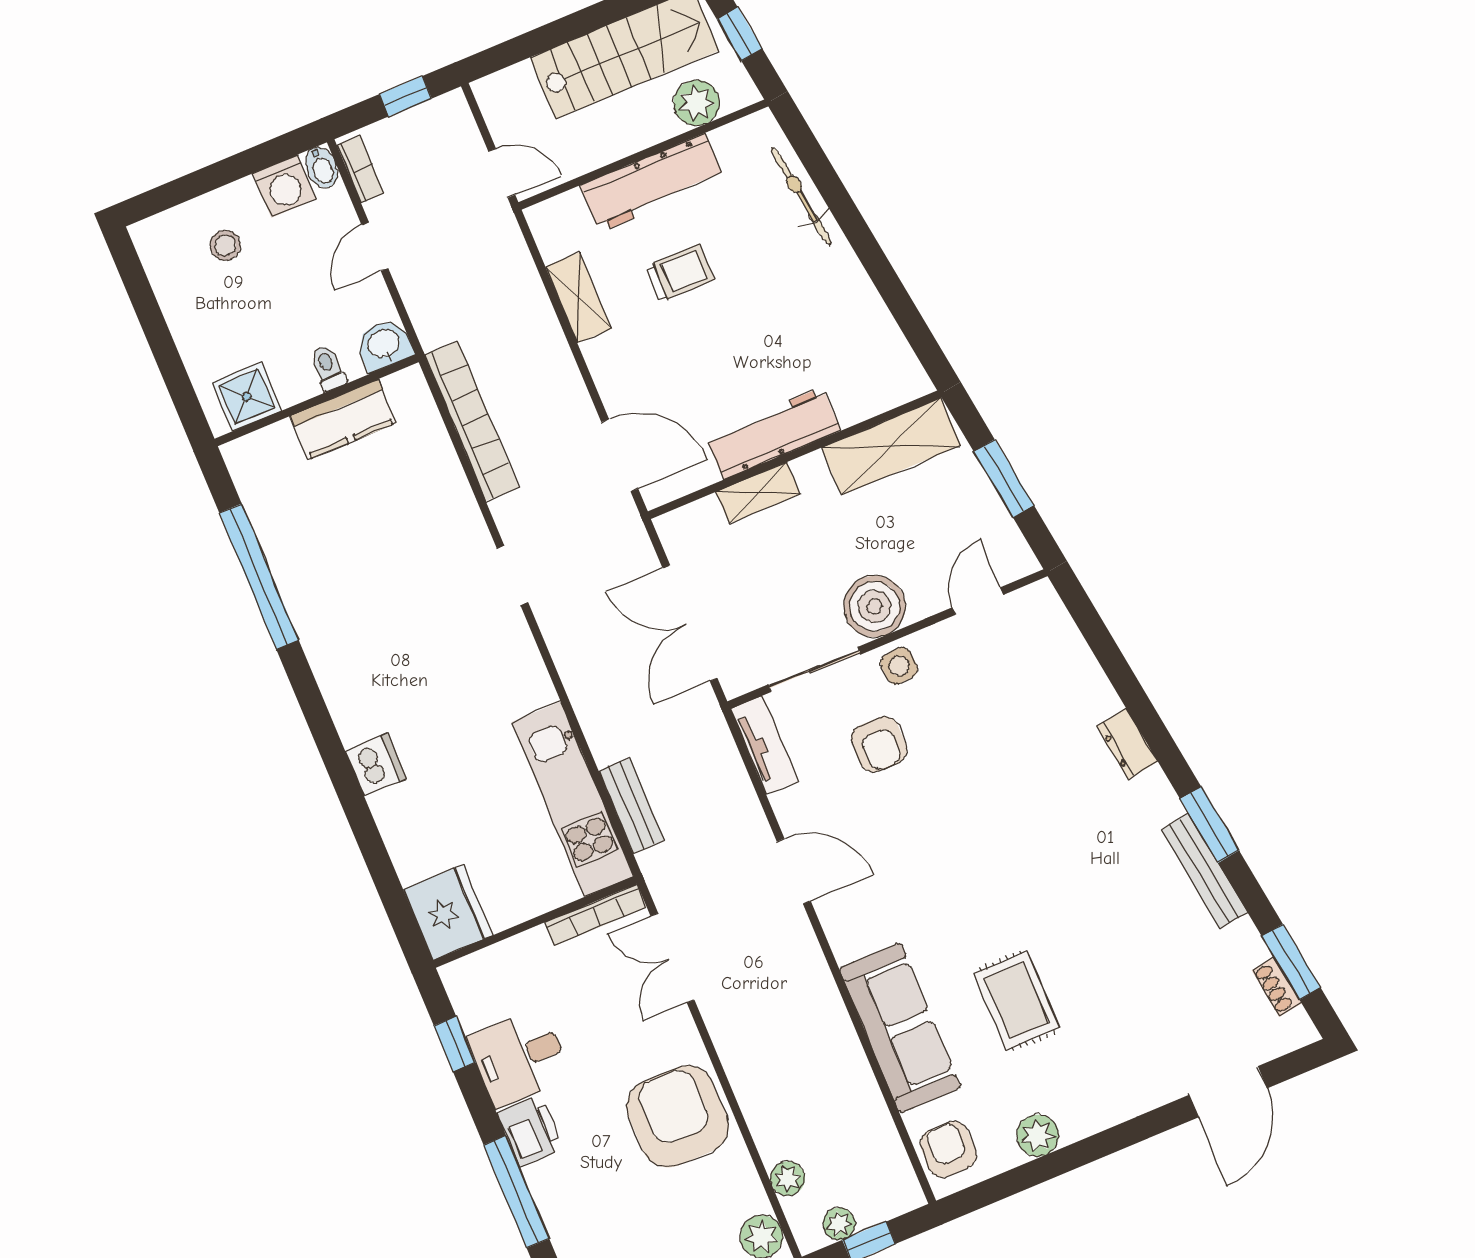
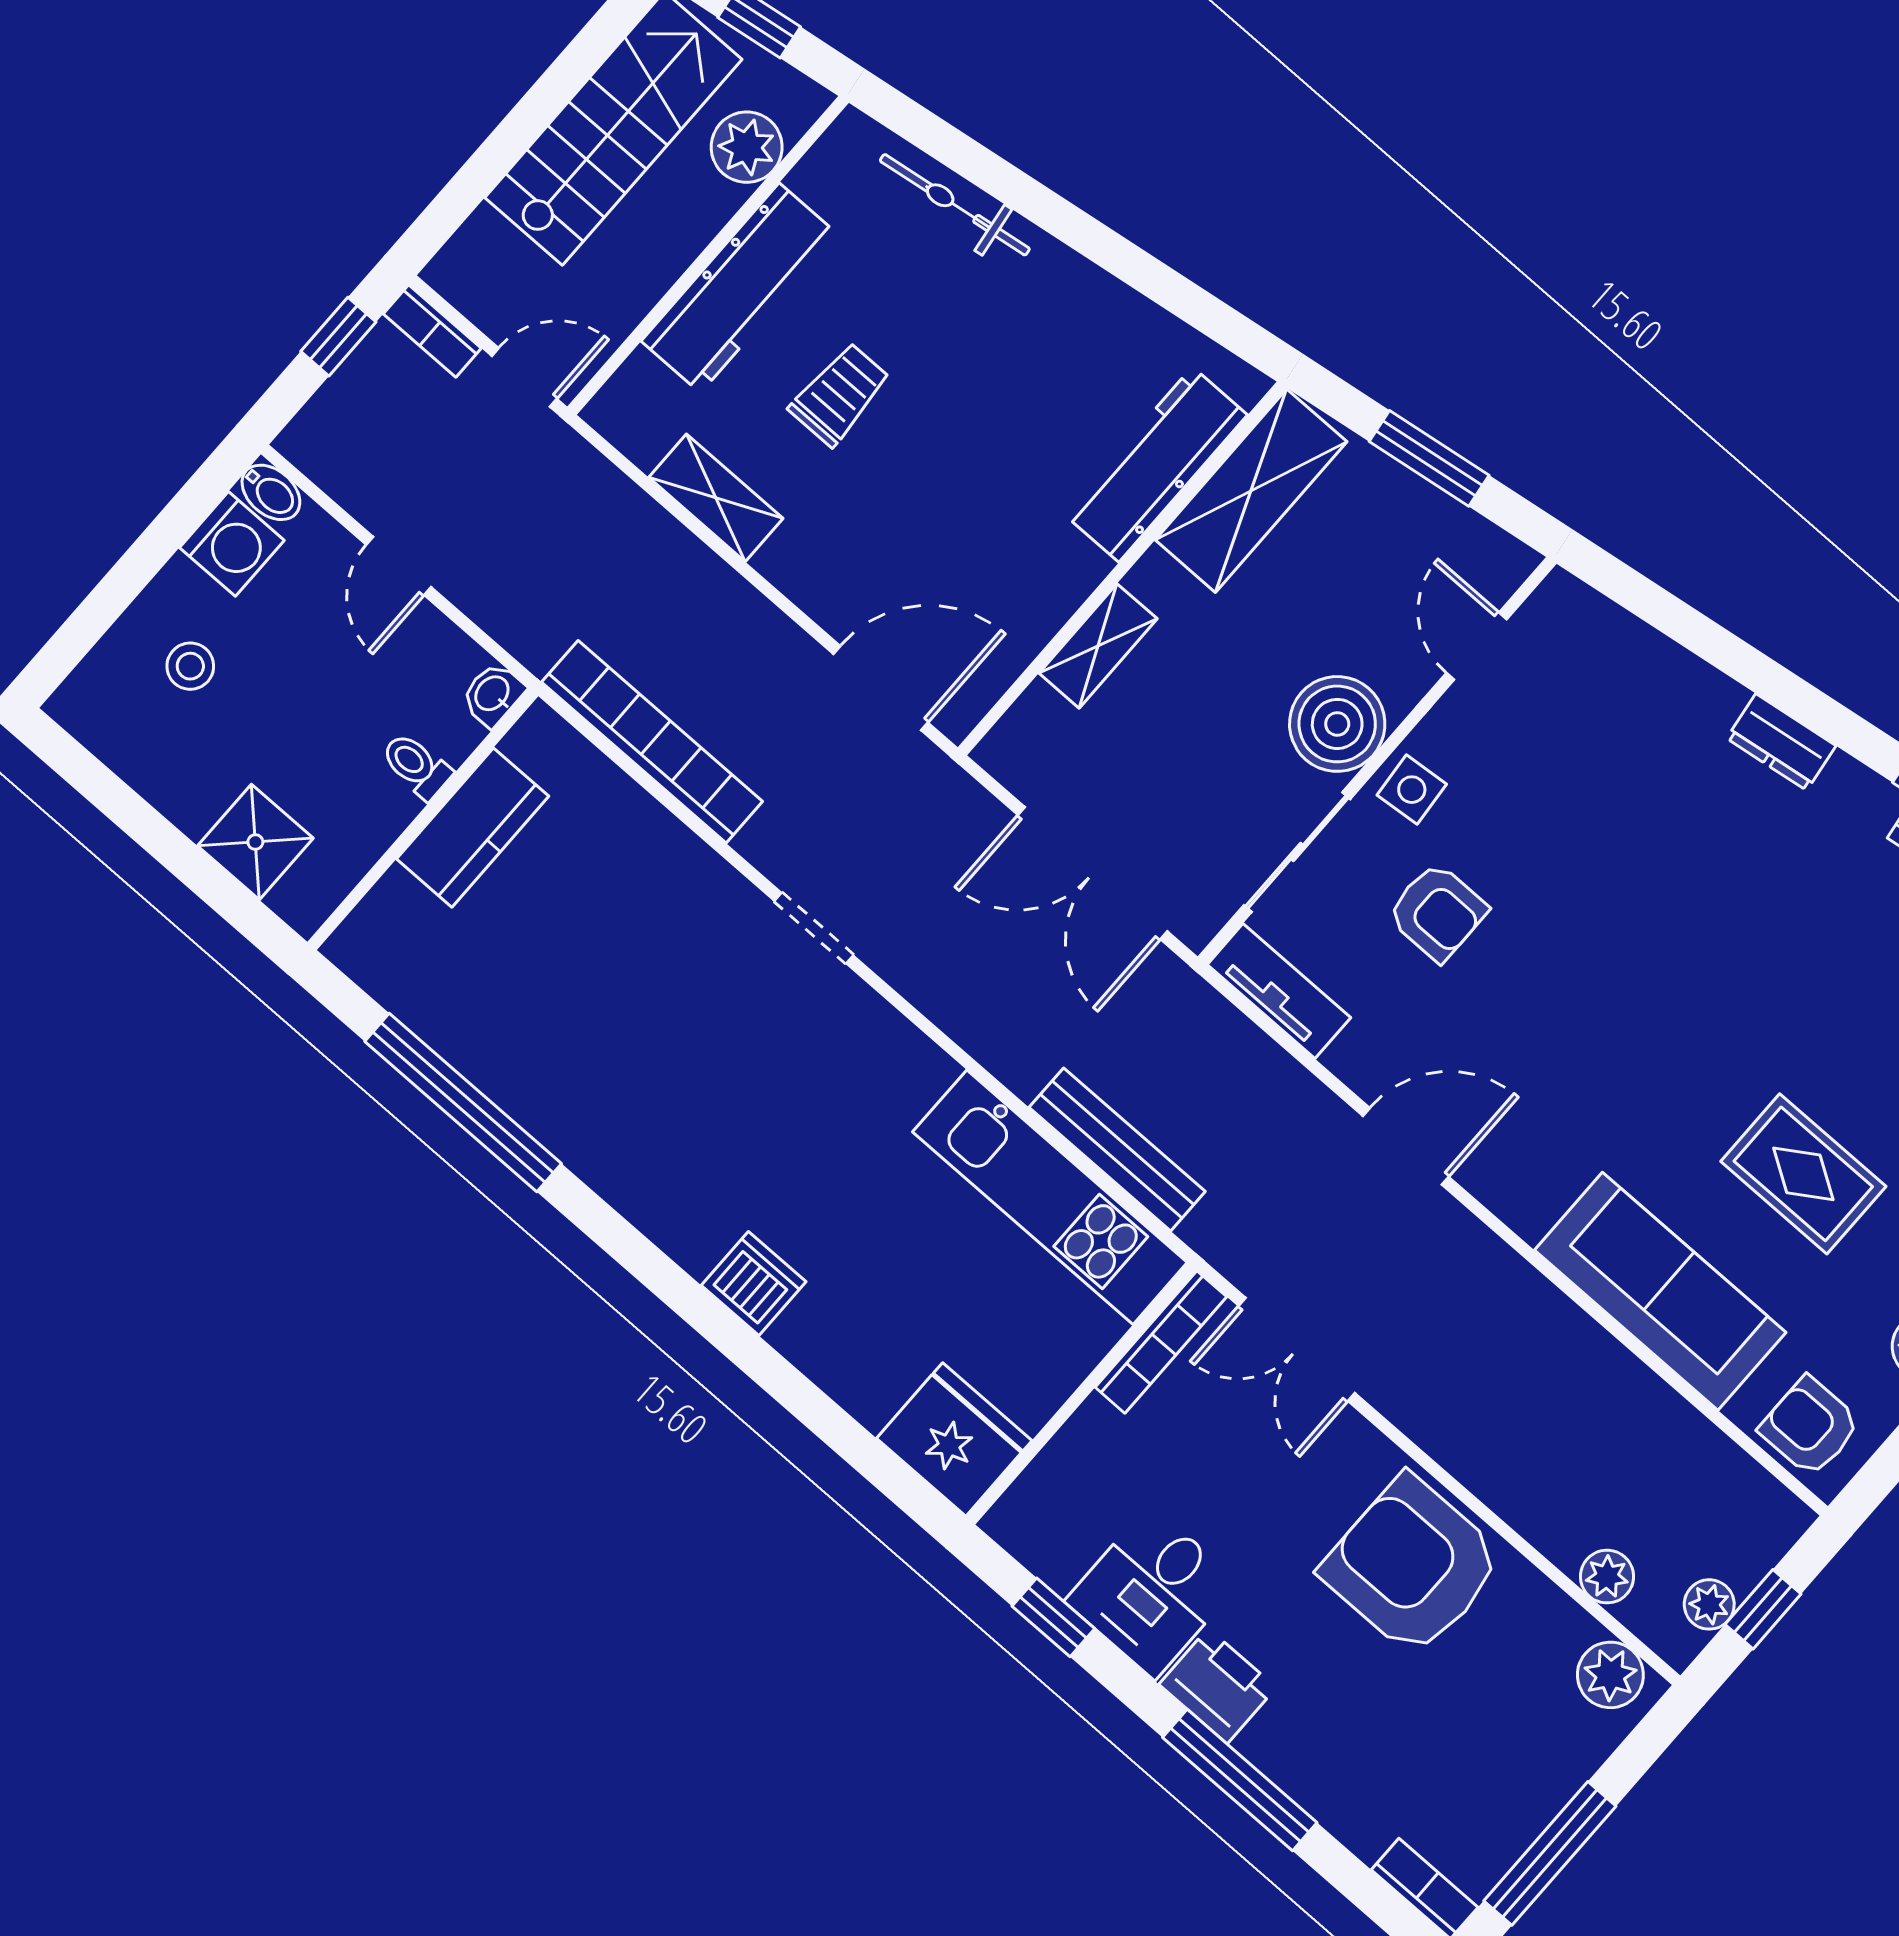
bookcase: (360, 169) -> (432, 331), moved, turned 180
washbasin: (384, 345) -> (493, 694), width x0.72, depth x0.69
shower: (247, 397) -> (255, 842), moved
workbench: (773, 433) -> (1156, 464), moved
bench: (632, 806) -> (1117, 1149), width x1.36

